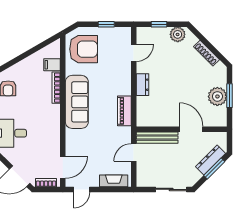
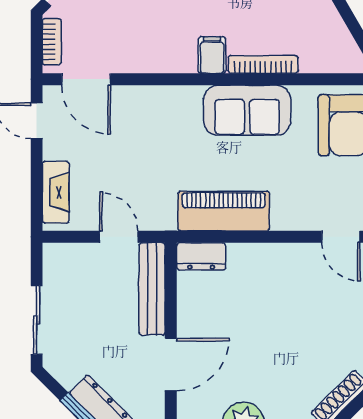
filing cabinet: (52, 65) -> (212, 55), moved
dresser: (143, 85) -> (201, 256), moved
sofa: (77, 102) -> (247, 110), width x0.73
piano: (124, 111) -> (224, 211), width x1.37, depth x1.33

